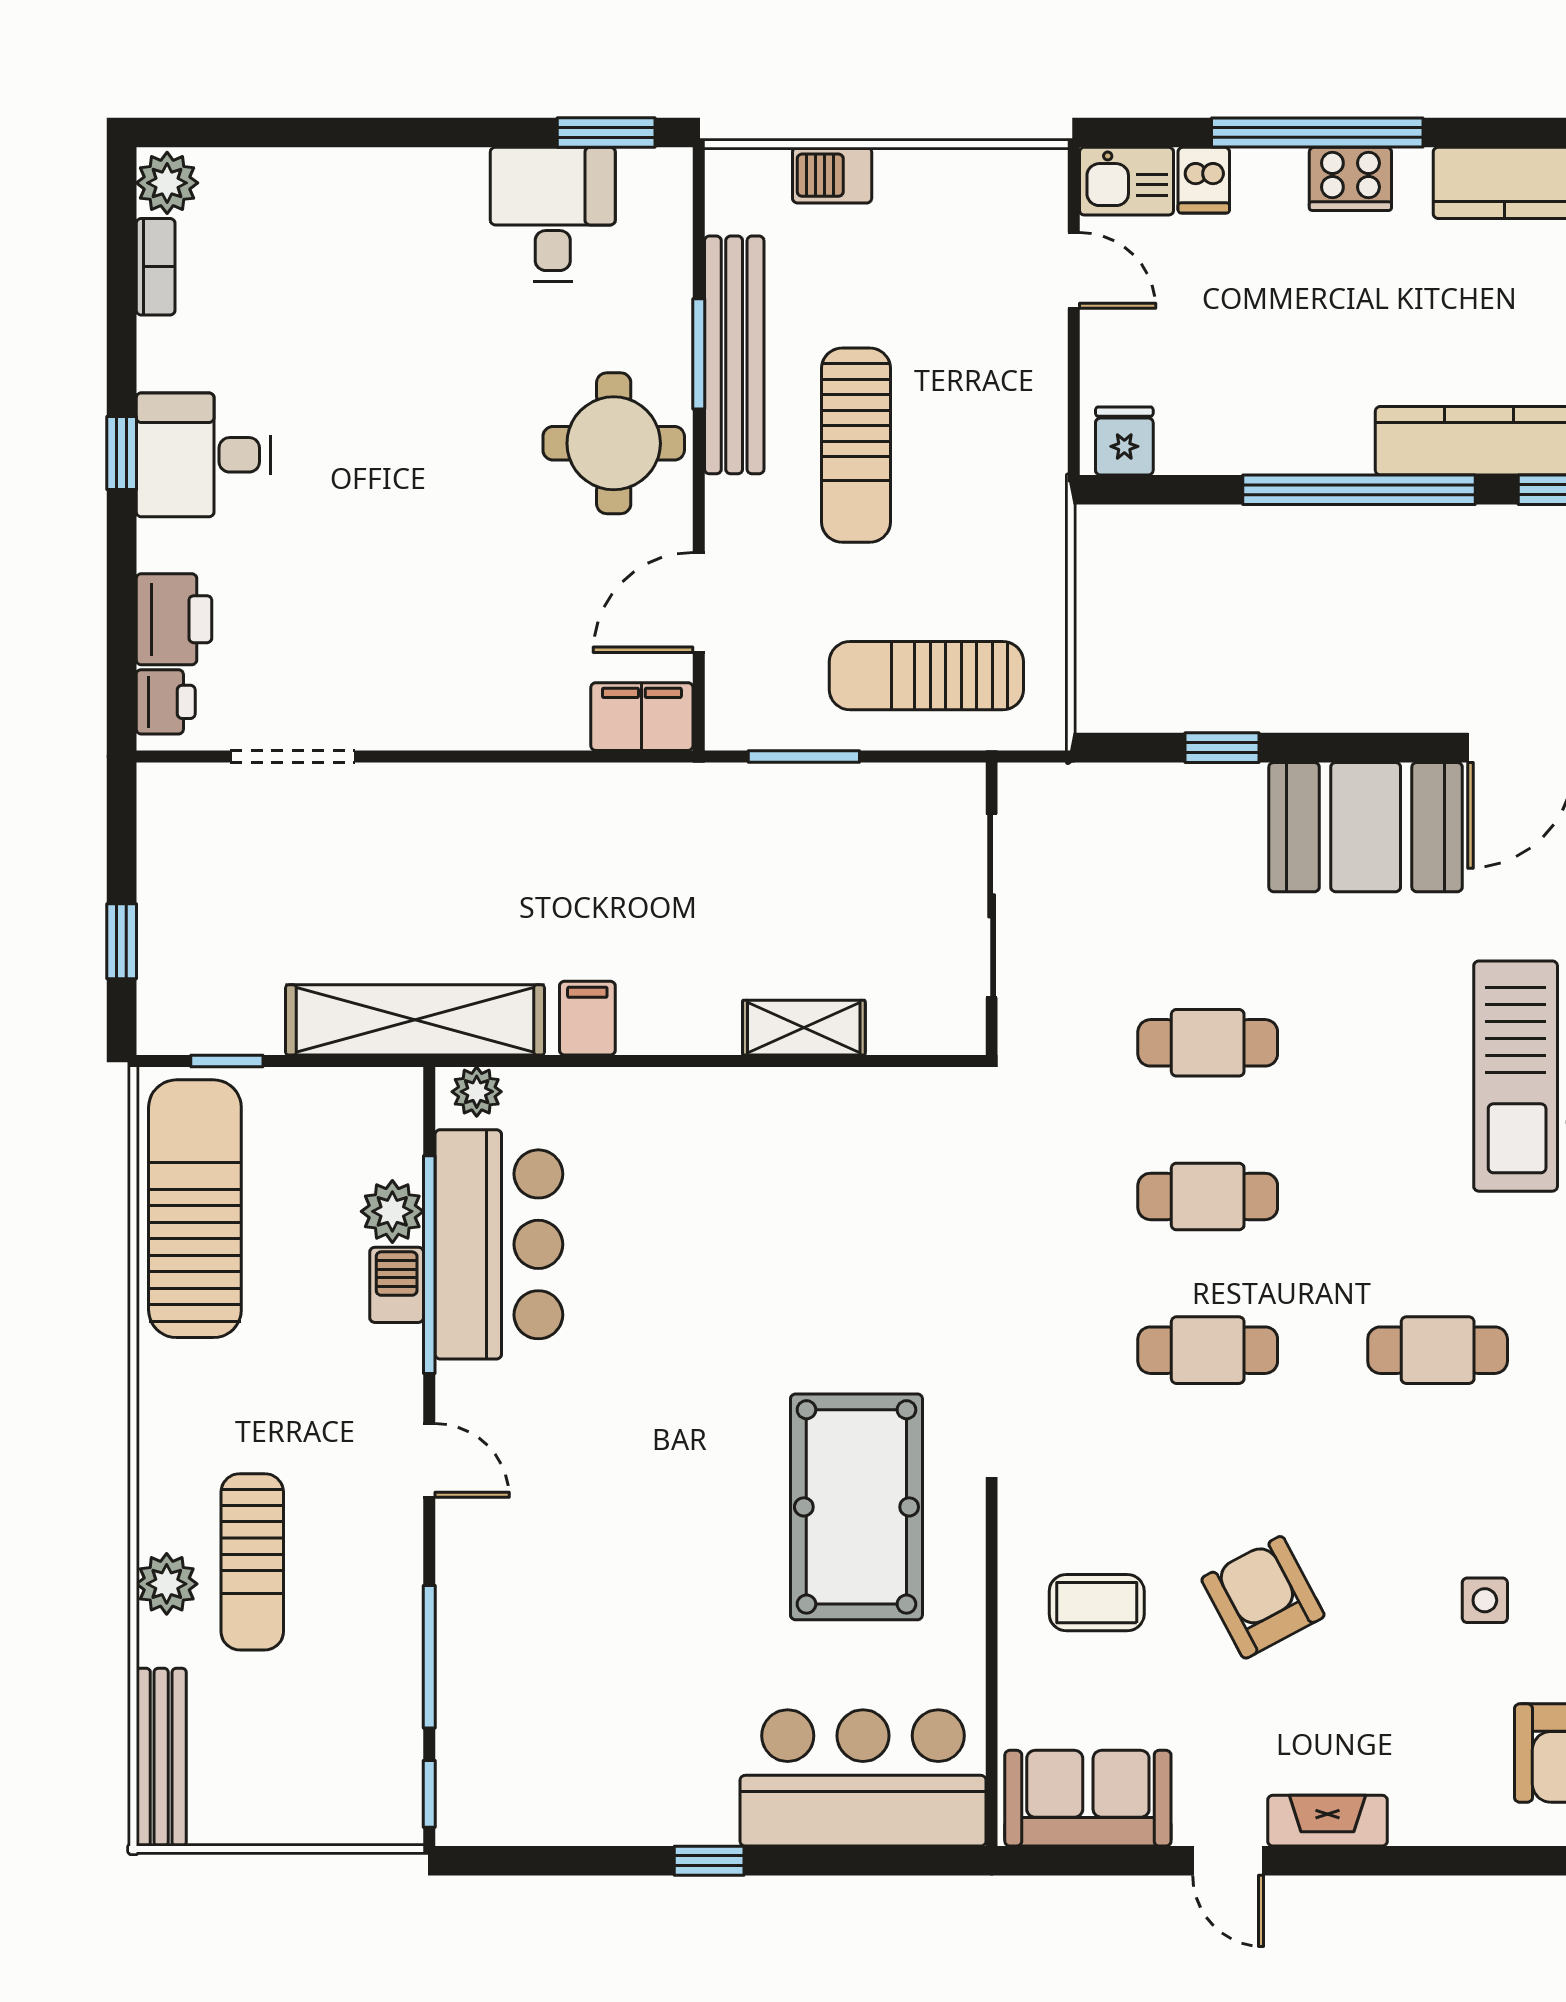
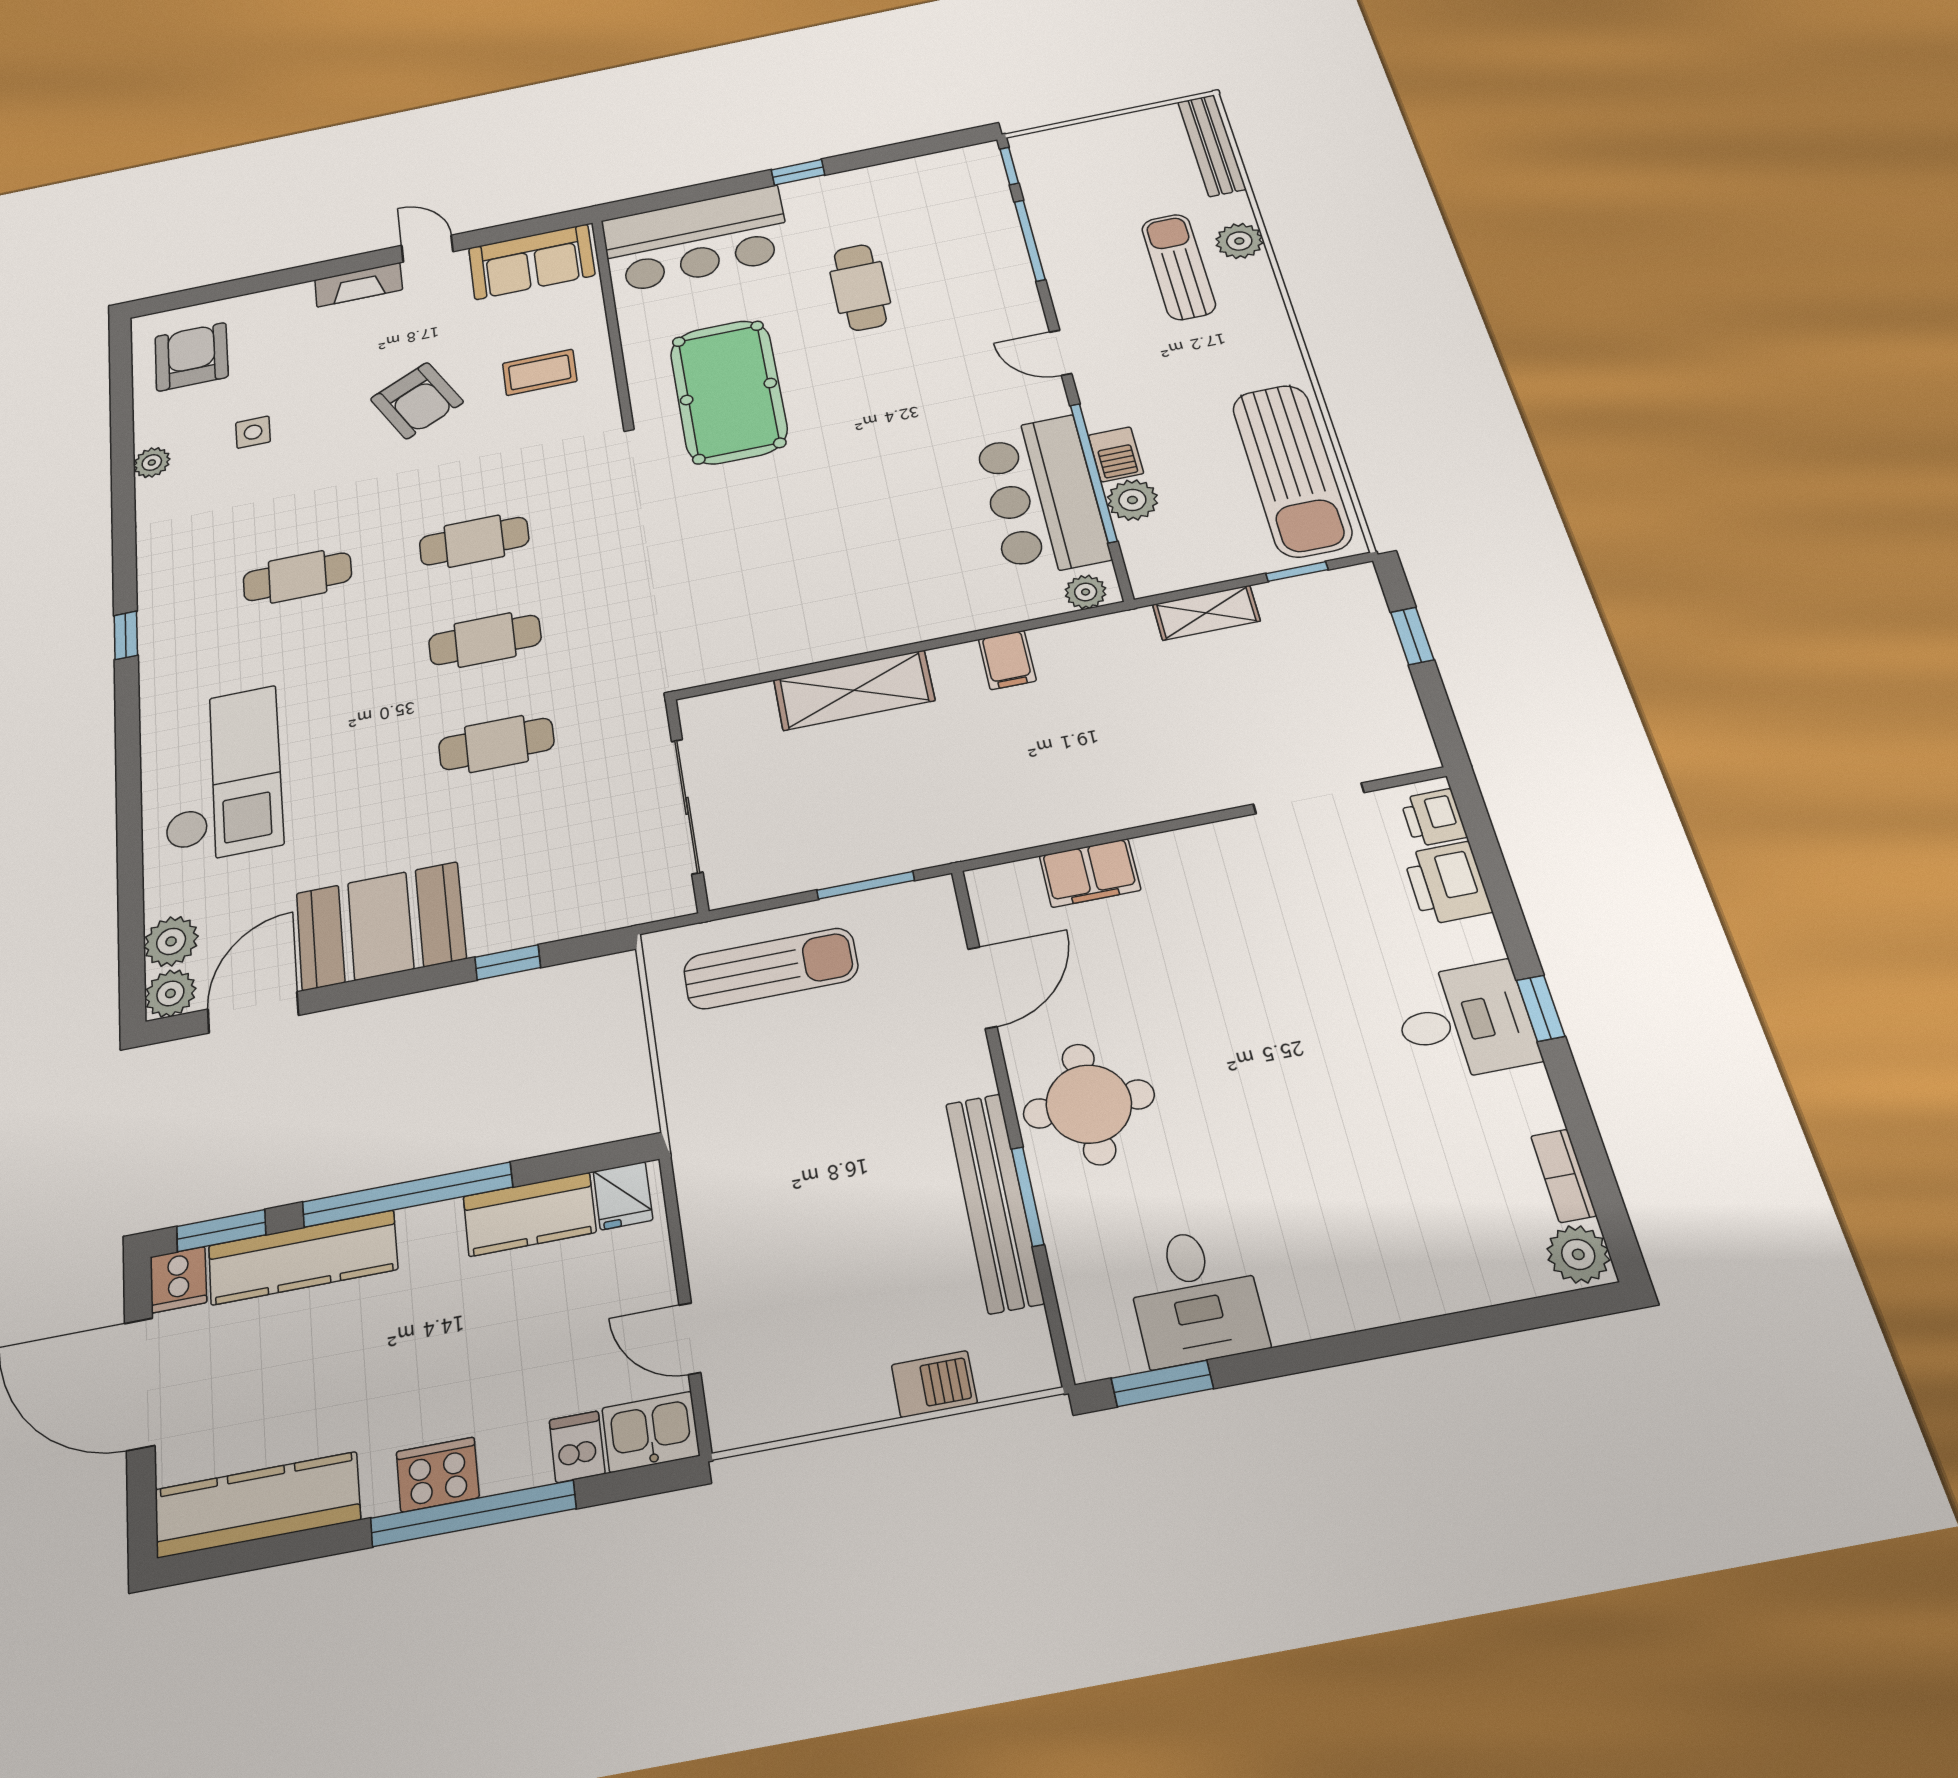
kitchen counter: (1228, 440) -> (529, 1214), added
sun lounger: (856, 445) -> (867, 1145), removed
filing cabinet: (642, 717) -> (1090, 873), moved
shelving: (415, 1020) -> (1206, 613), width x0.45, depth x0.75
shelving: (804, 1028) -> (854, 690), width x1.50, depth x1.33
cafe table: (661, 1636) -> (860, 287), added

